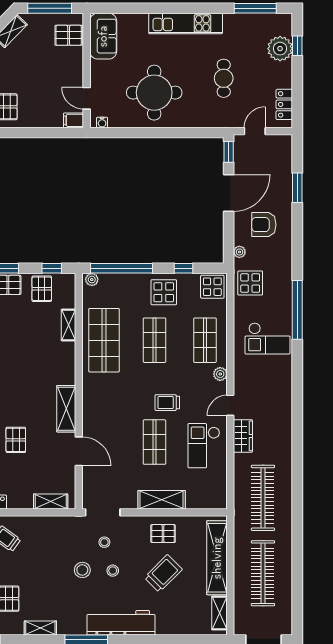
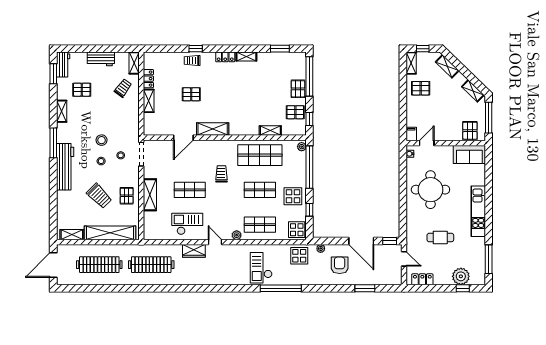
trolley: (167, 403) -> (221, 174), moved
shelving: (51, 502) -> (149, 101), moved

